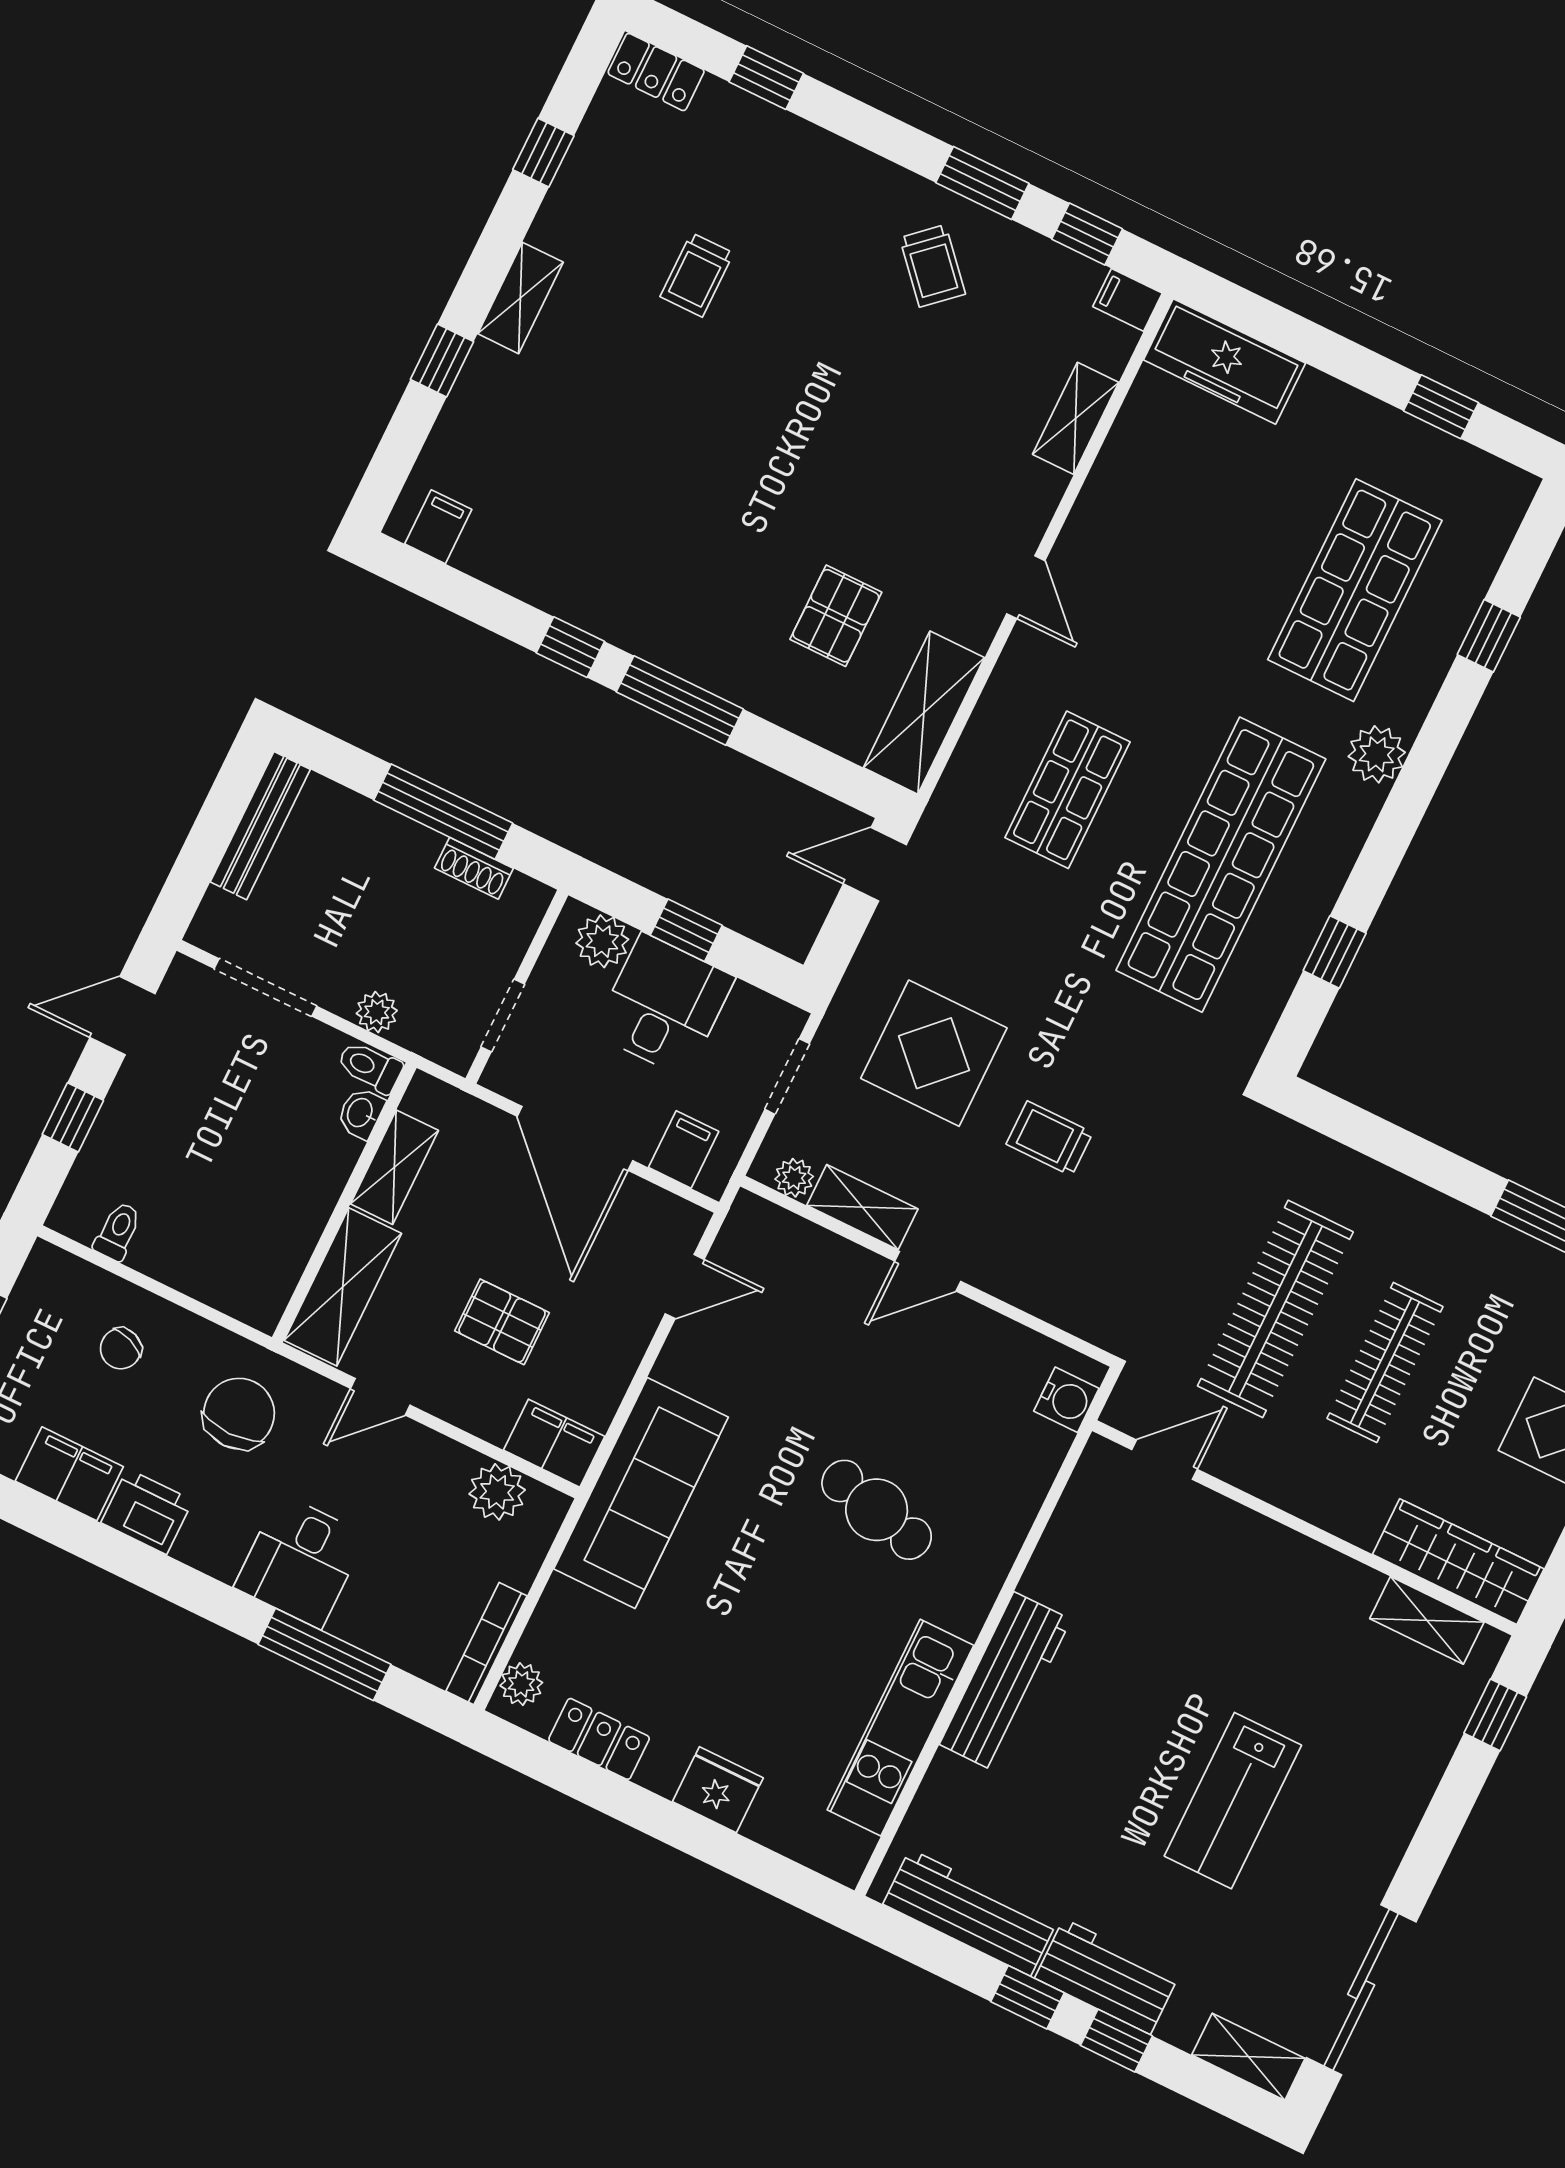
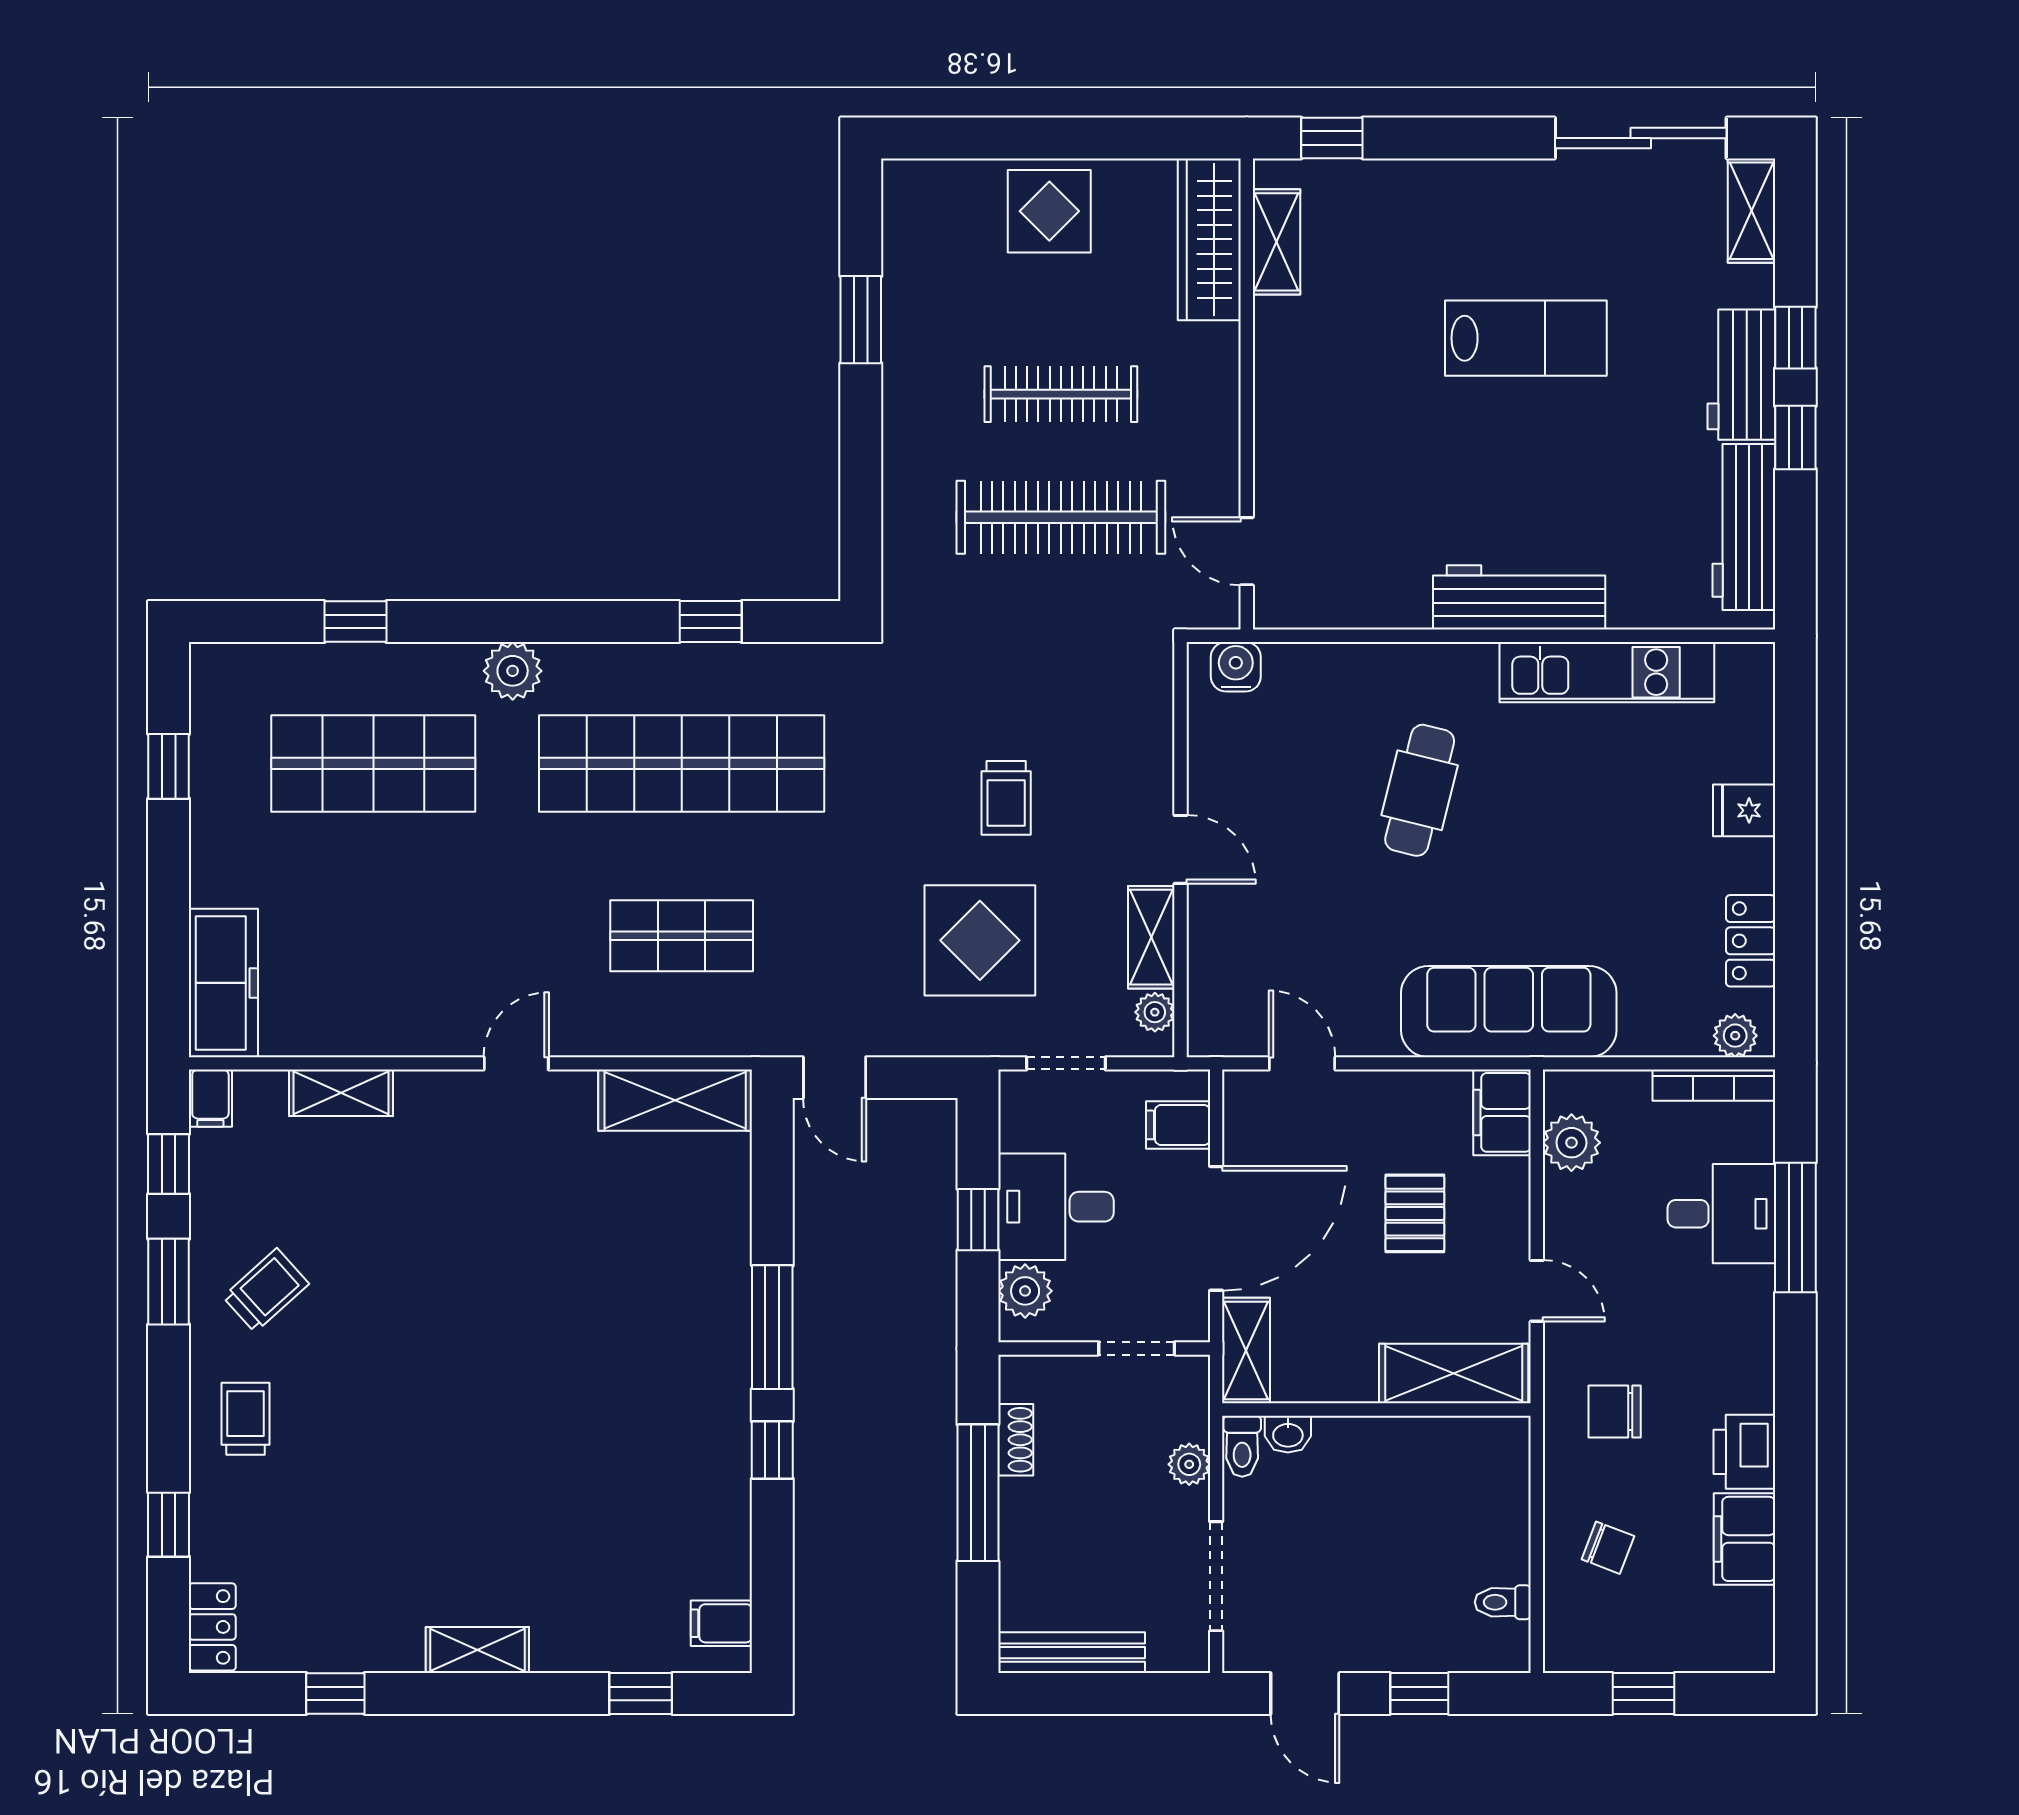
trolley: (697, 275) -> (245, 1419), moved, turned -90
window: (442, 361) -> (641, 1694), moved
pallet: (836, 616) -> (626, 1223), removed
shelving: (394, 1167) -> (1246, 1350), moved, turned 90
chair: (239, 1414) -> (1615, 1412), width x0.73, depth x0.73
desk: (300, 1561) -> (1721, 1214), moved
fridge: (718, 1790) -> (1744, 810), width x0.72

